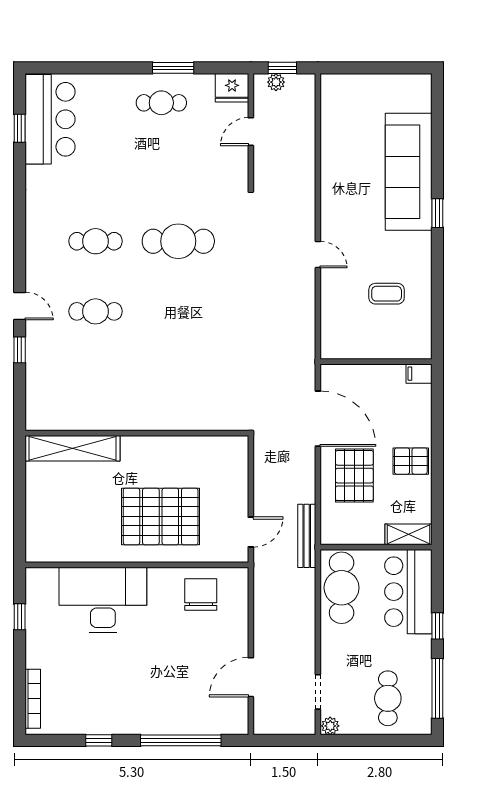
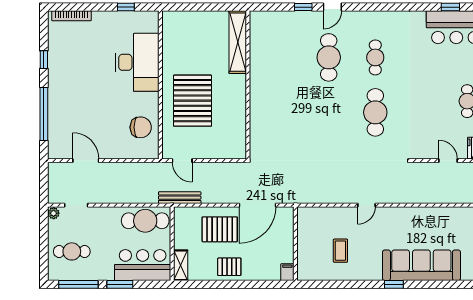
cafe table: (96, 311) -> (329, 57), width x1.37, depth x1.35
pallet: (411, 461) -> (229, 267), turned 90
window: (437, 626) -> (120, 284), width x1.50

